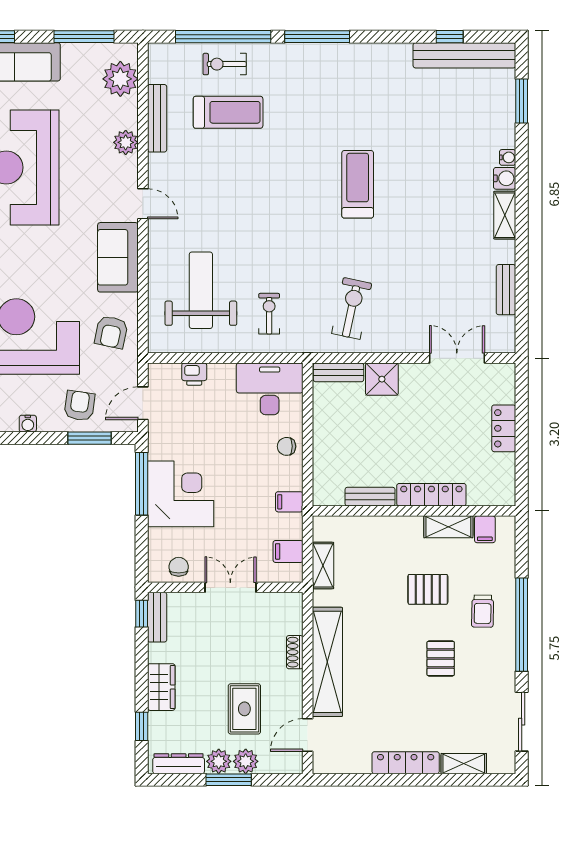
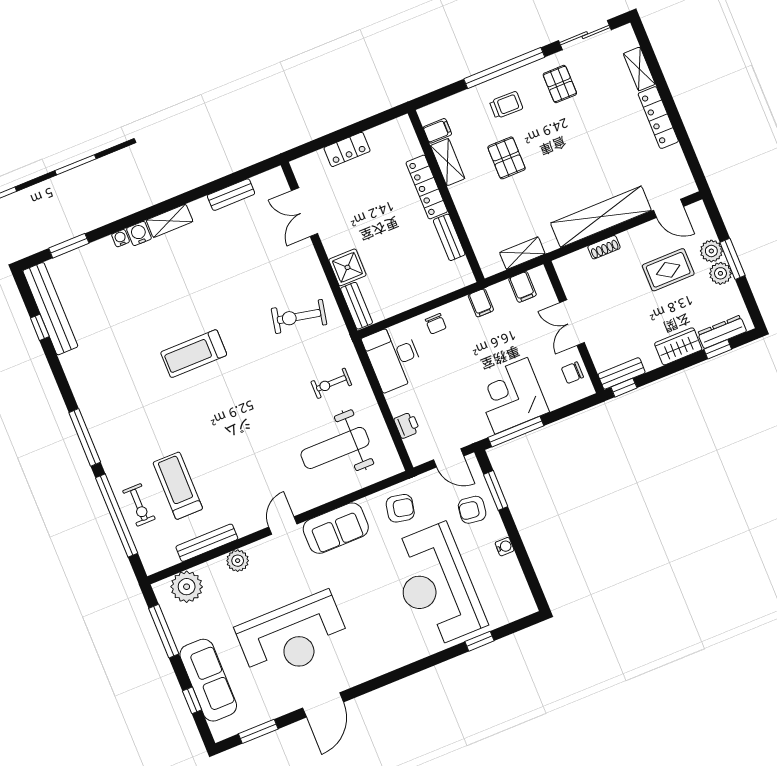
pallet: (441, 658) -> (560, 84), moved, turned 90
dresser: (179, 764) -> (722, 332), moved, turned 90

